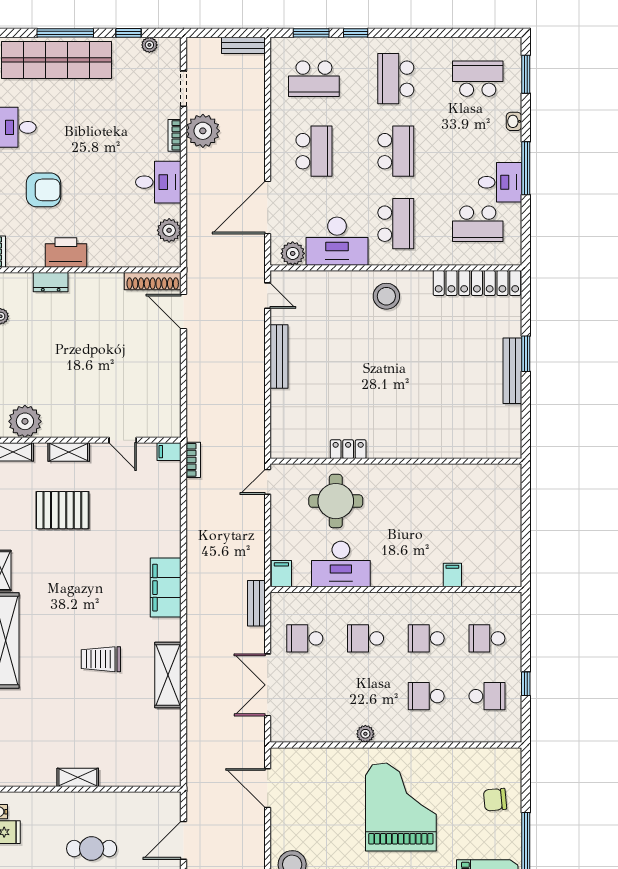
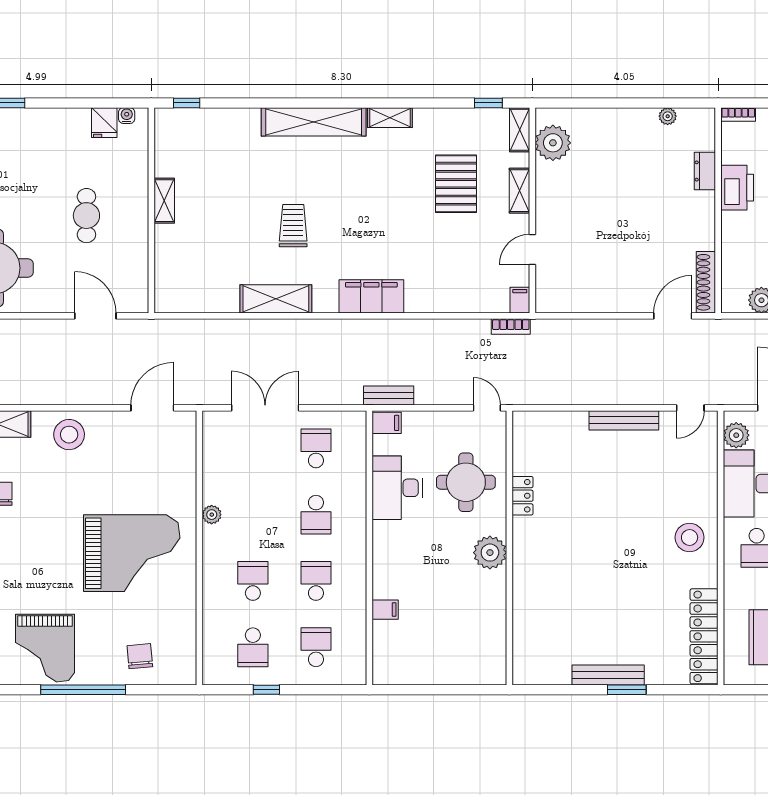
plant: (400, 479) -> (490, 553), added
bench: (256, 603) -> (389, 395), moved
school desk: (365, 638) -> (316, 515), turned 180

